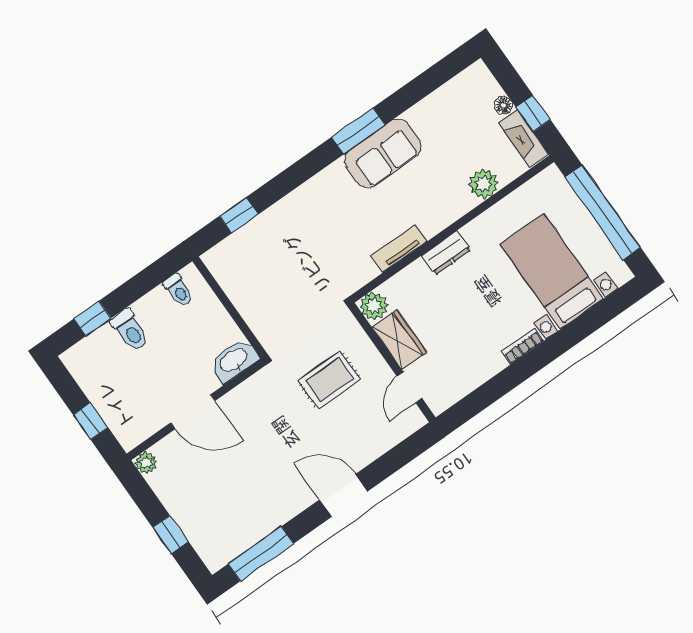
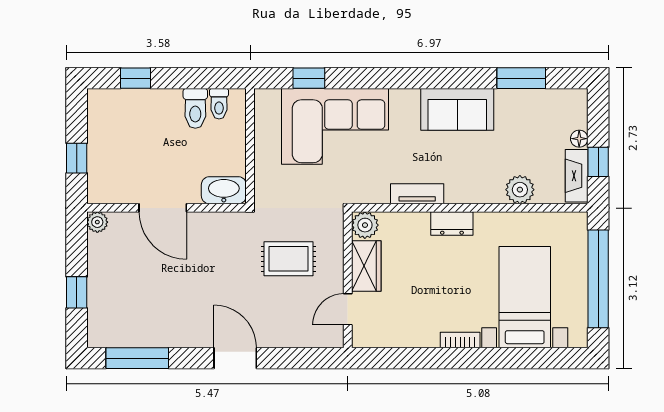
window: (358, 131) -> (521, 78), moved
corner sofa: (290, 240) -> (335, 126), added
toilet: (130, 330) -> (195, 108), moved

